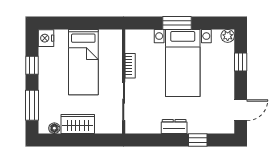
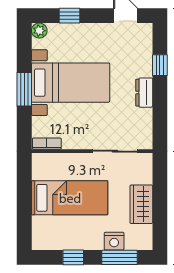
nightstand: (46, 38) -> (114, 241), moved
bookcase: (130, 66) -> (47, 144), moved
floor lamp: (54, 128) -> (146, 231), removed

